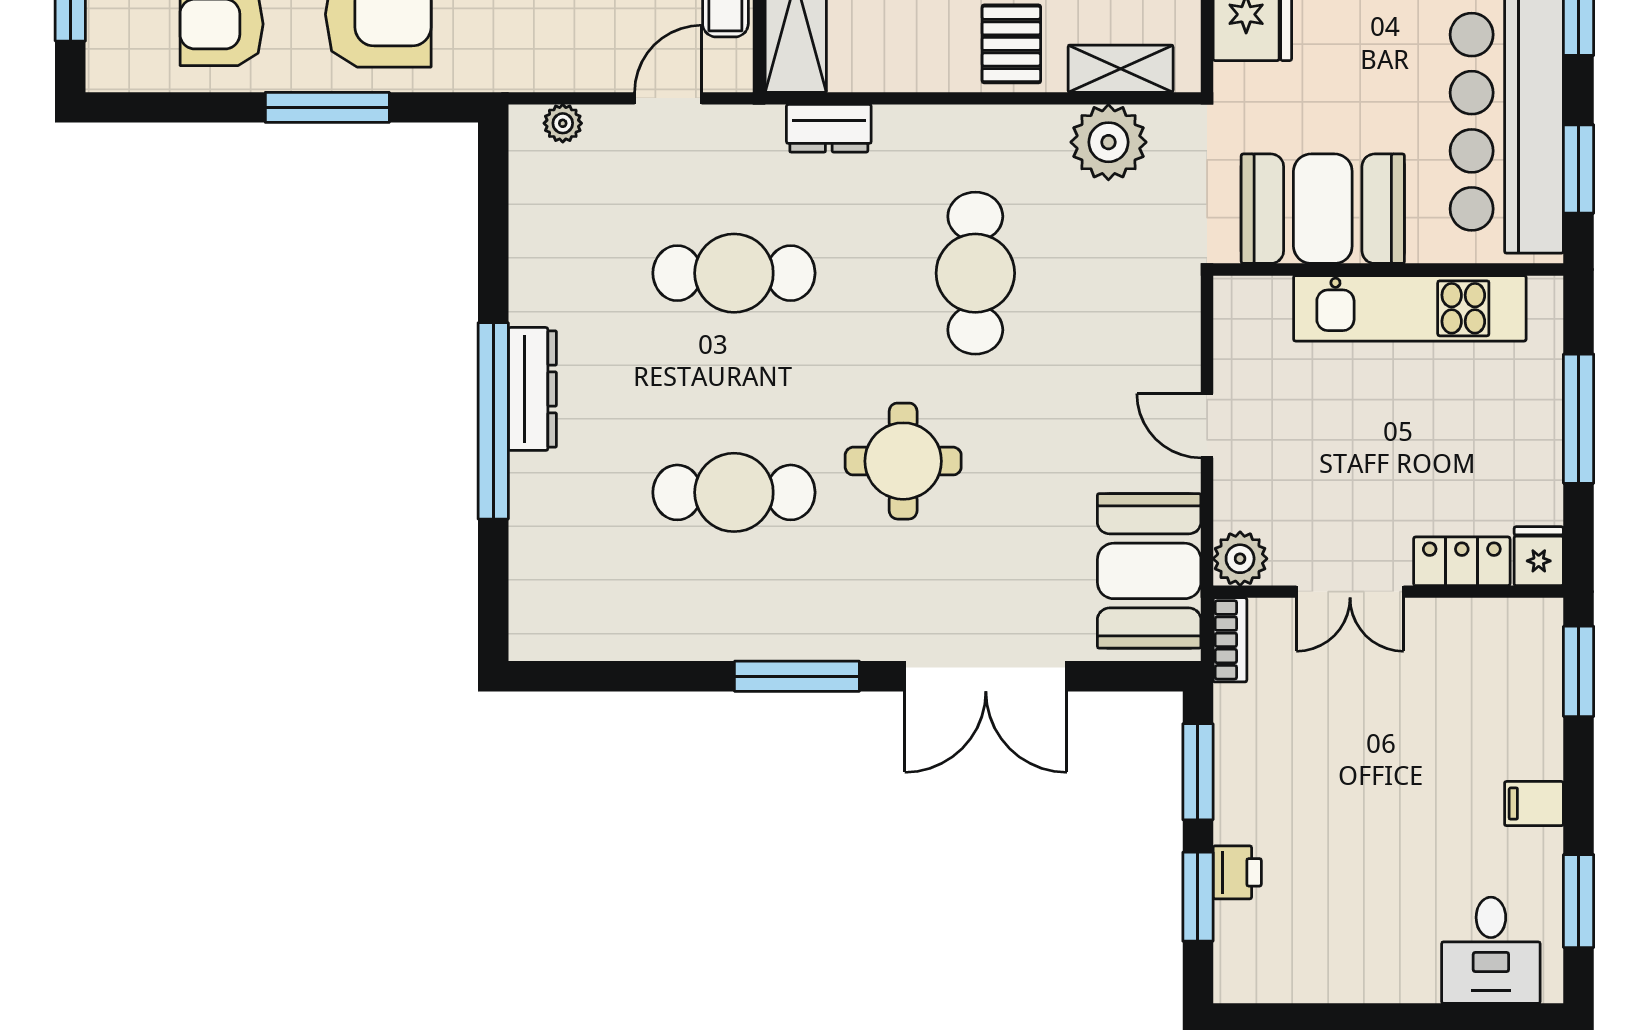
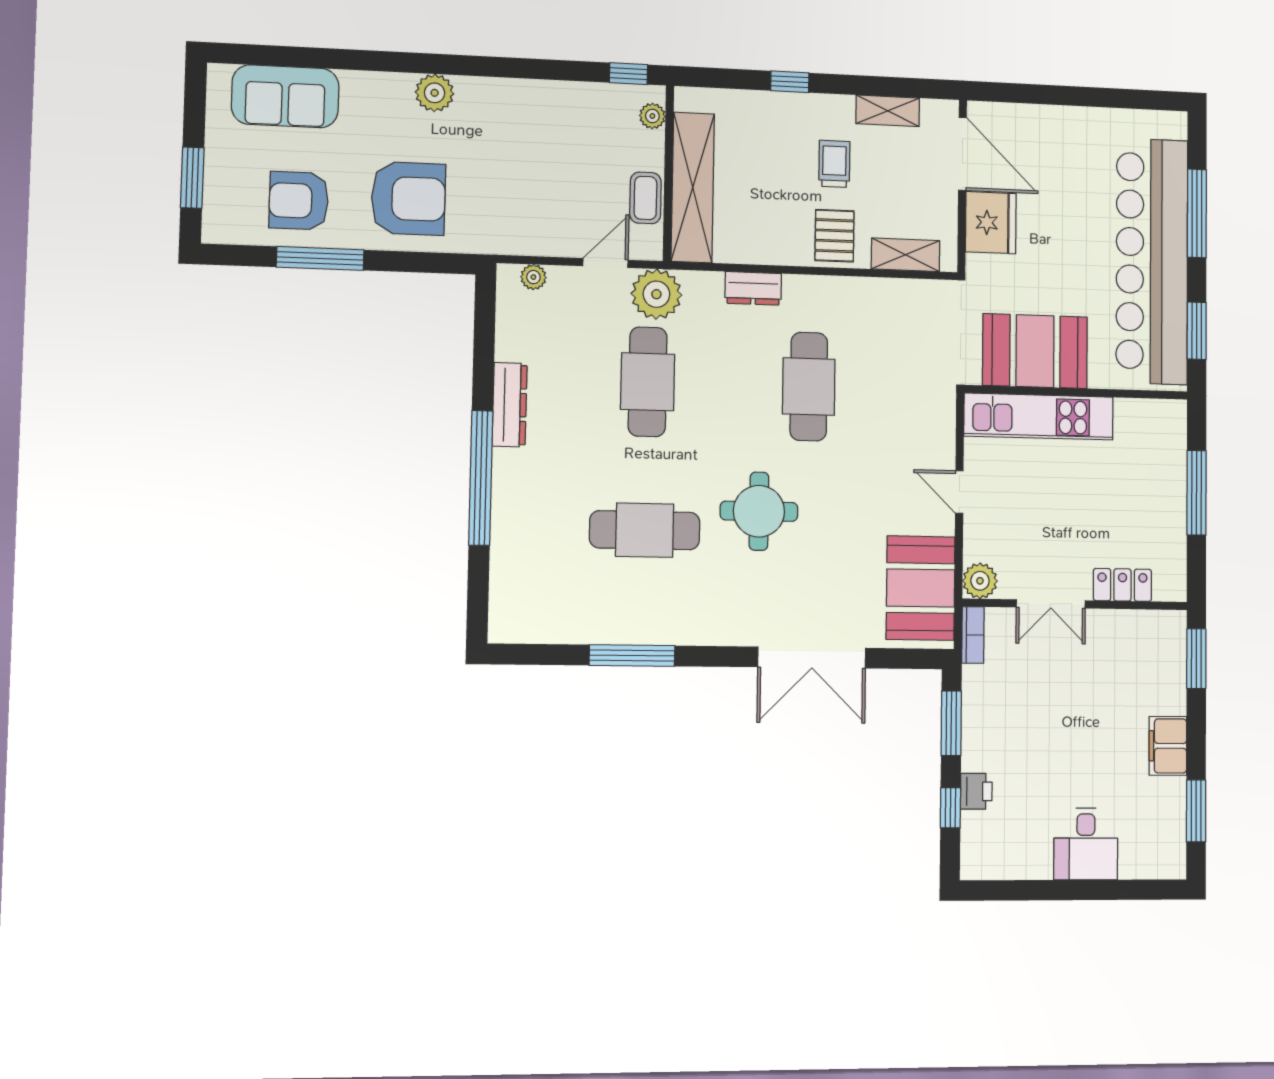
window: (327, 107) -> (320, 258), moved
dresser: (829, 128) -> (753, 288), moved
plant: (1108, 142) -> (656, 294), moved
cafe table: (734, 273) -> (648, 382), turned 90
kitchen unit: (1410, 308) -> (1039, 416), moved
dresser: (532, 389) -> (510, 405), moved
fridge: (1539, 556) -> (1171, 582), removed
window: (797, 676) -> (632, 656), moved
filing cabinet: (1534, 804) -> (1168, 746), width x2.00
window: (1198, 897) -> (950, 808), width x0.67
desk: (1491, 950) -> (1086, 844), moved

